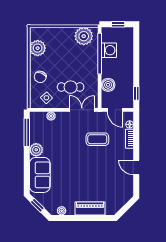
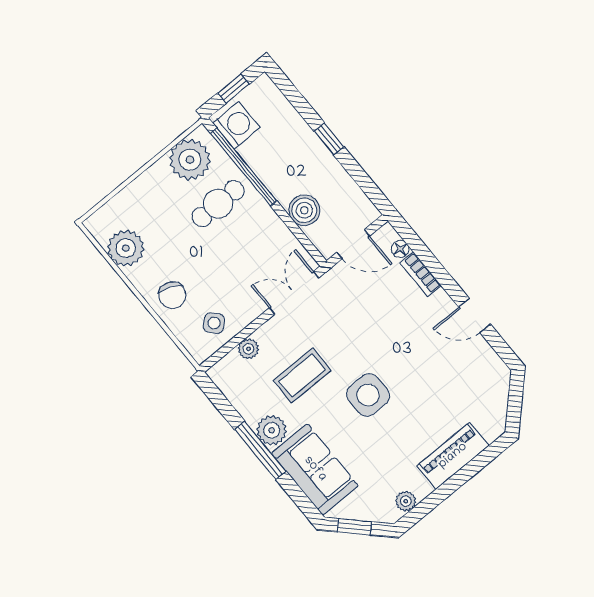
washing machine: (109, 50) -> (236, 125), moved
cafe table: (71, 87) -> (218, 204), moved
window: (136, 93) -> (329, 139), moved
window: (27, 132) -> (260, 450), moved
coffee table: (97, 139) -> (302, 376), moved
side table: (78, 165) -> (368, 395), added

